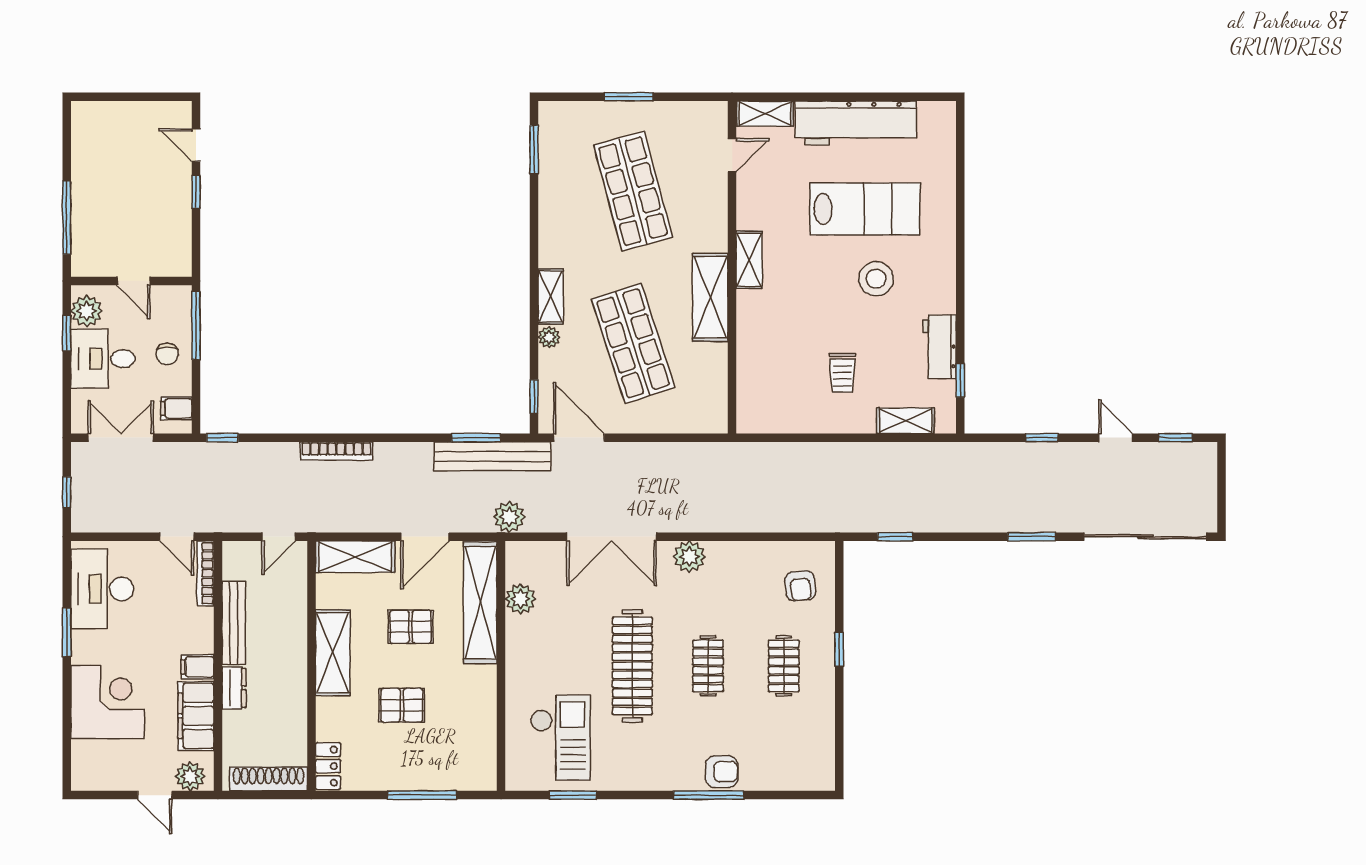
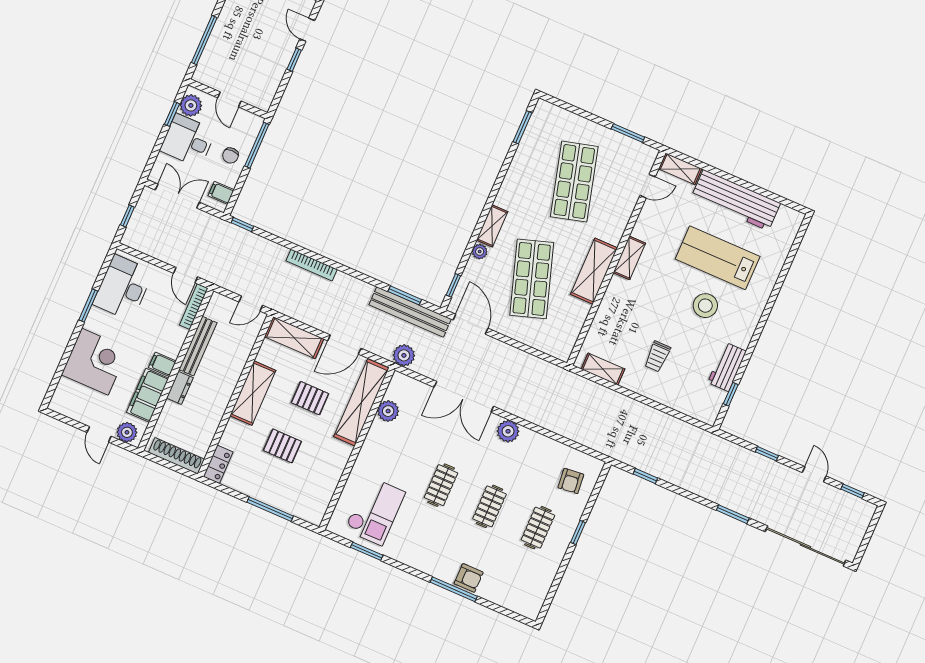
window: (629, 97) -> (628, 133), moved
lab bench: (865, 209) -> (718, 258), turned 180
shelving: (905, 421) -> (603, 369), moved
clothes rail: (632, 666) -> (441, 485), width x0.54, depth x0.76

